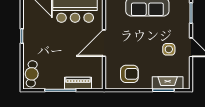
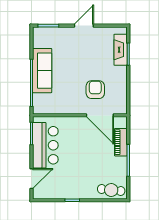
door: (104, 43) -> (100, 115), moved
side table: (169, 49) -> (86, 48), removed
armchair: (129, 74) -> (95, 90), moved

